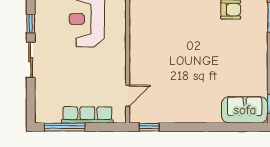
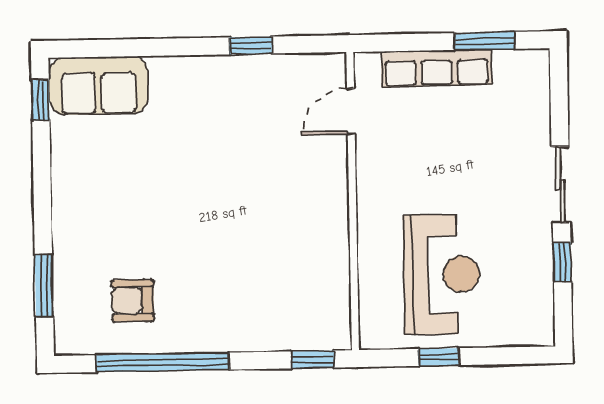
window: (65, 127) -> (485, 41), width x0.69
window: (149, 127) -> (251, 45), moved

